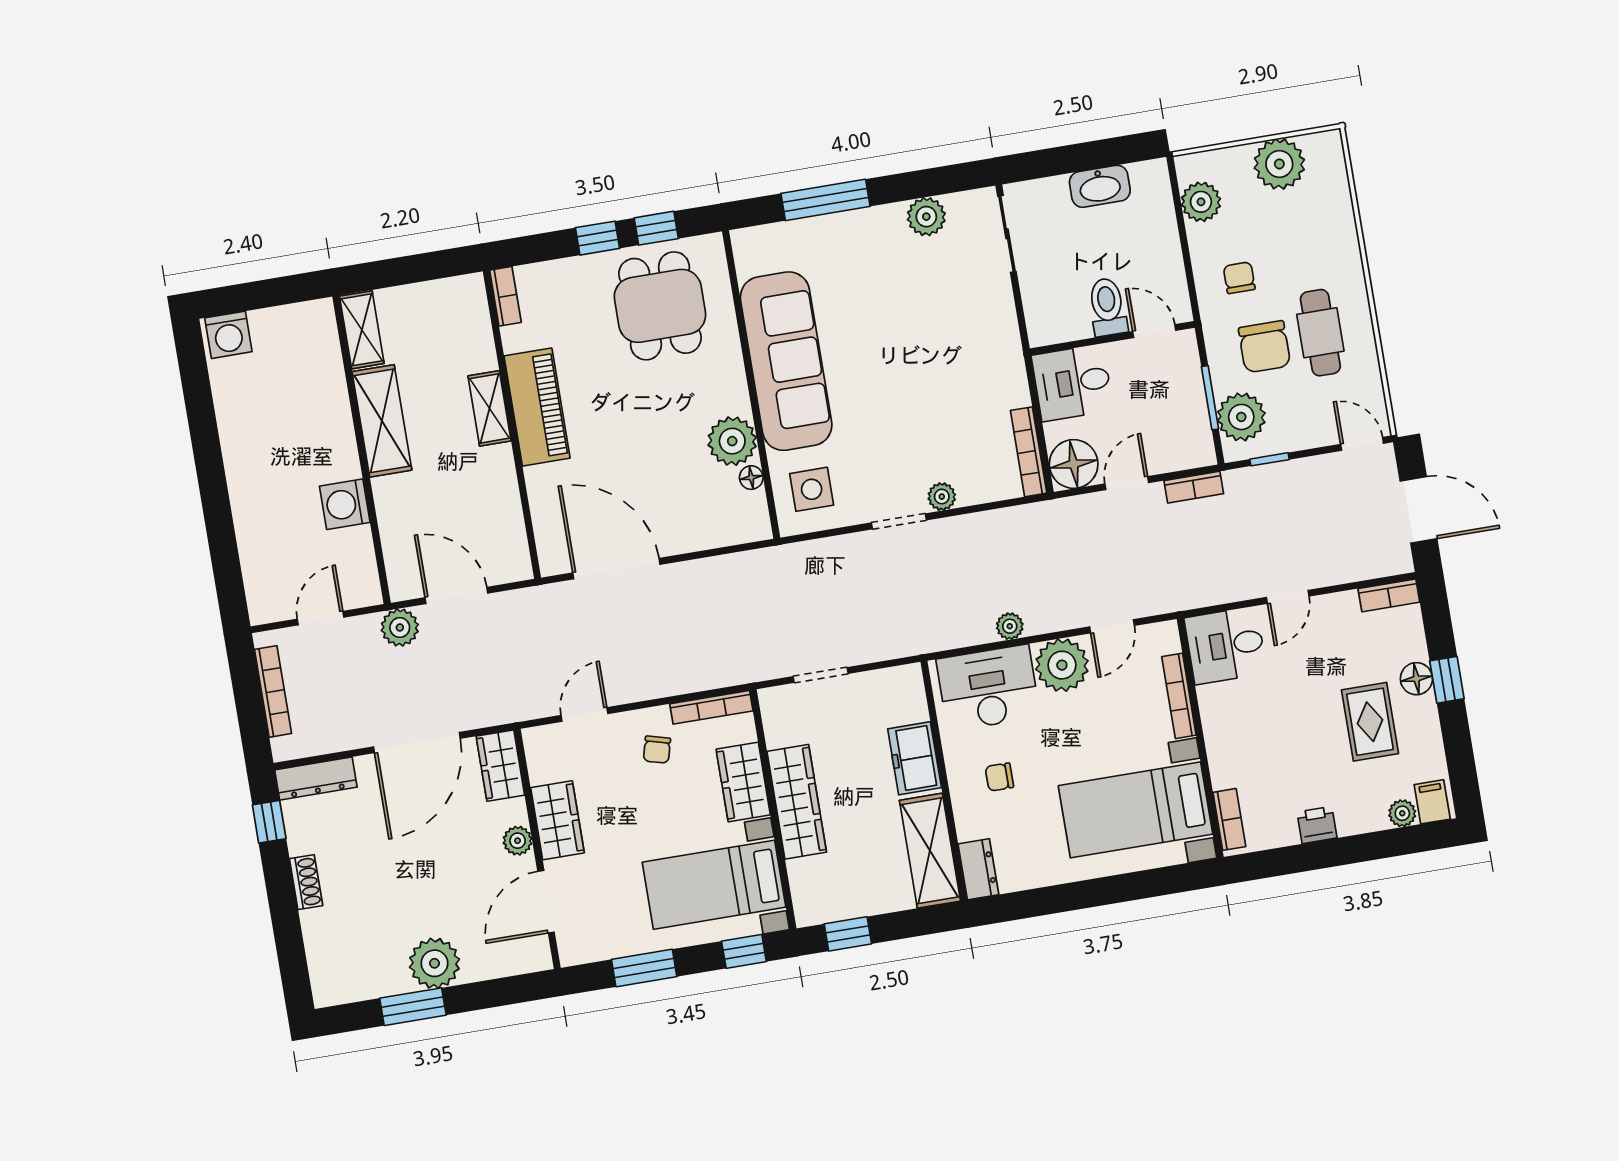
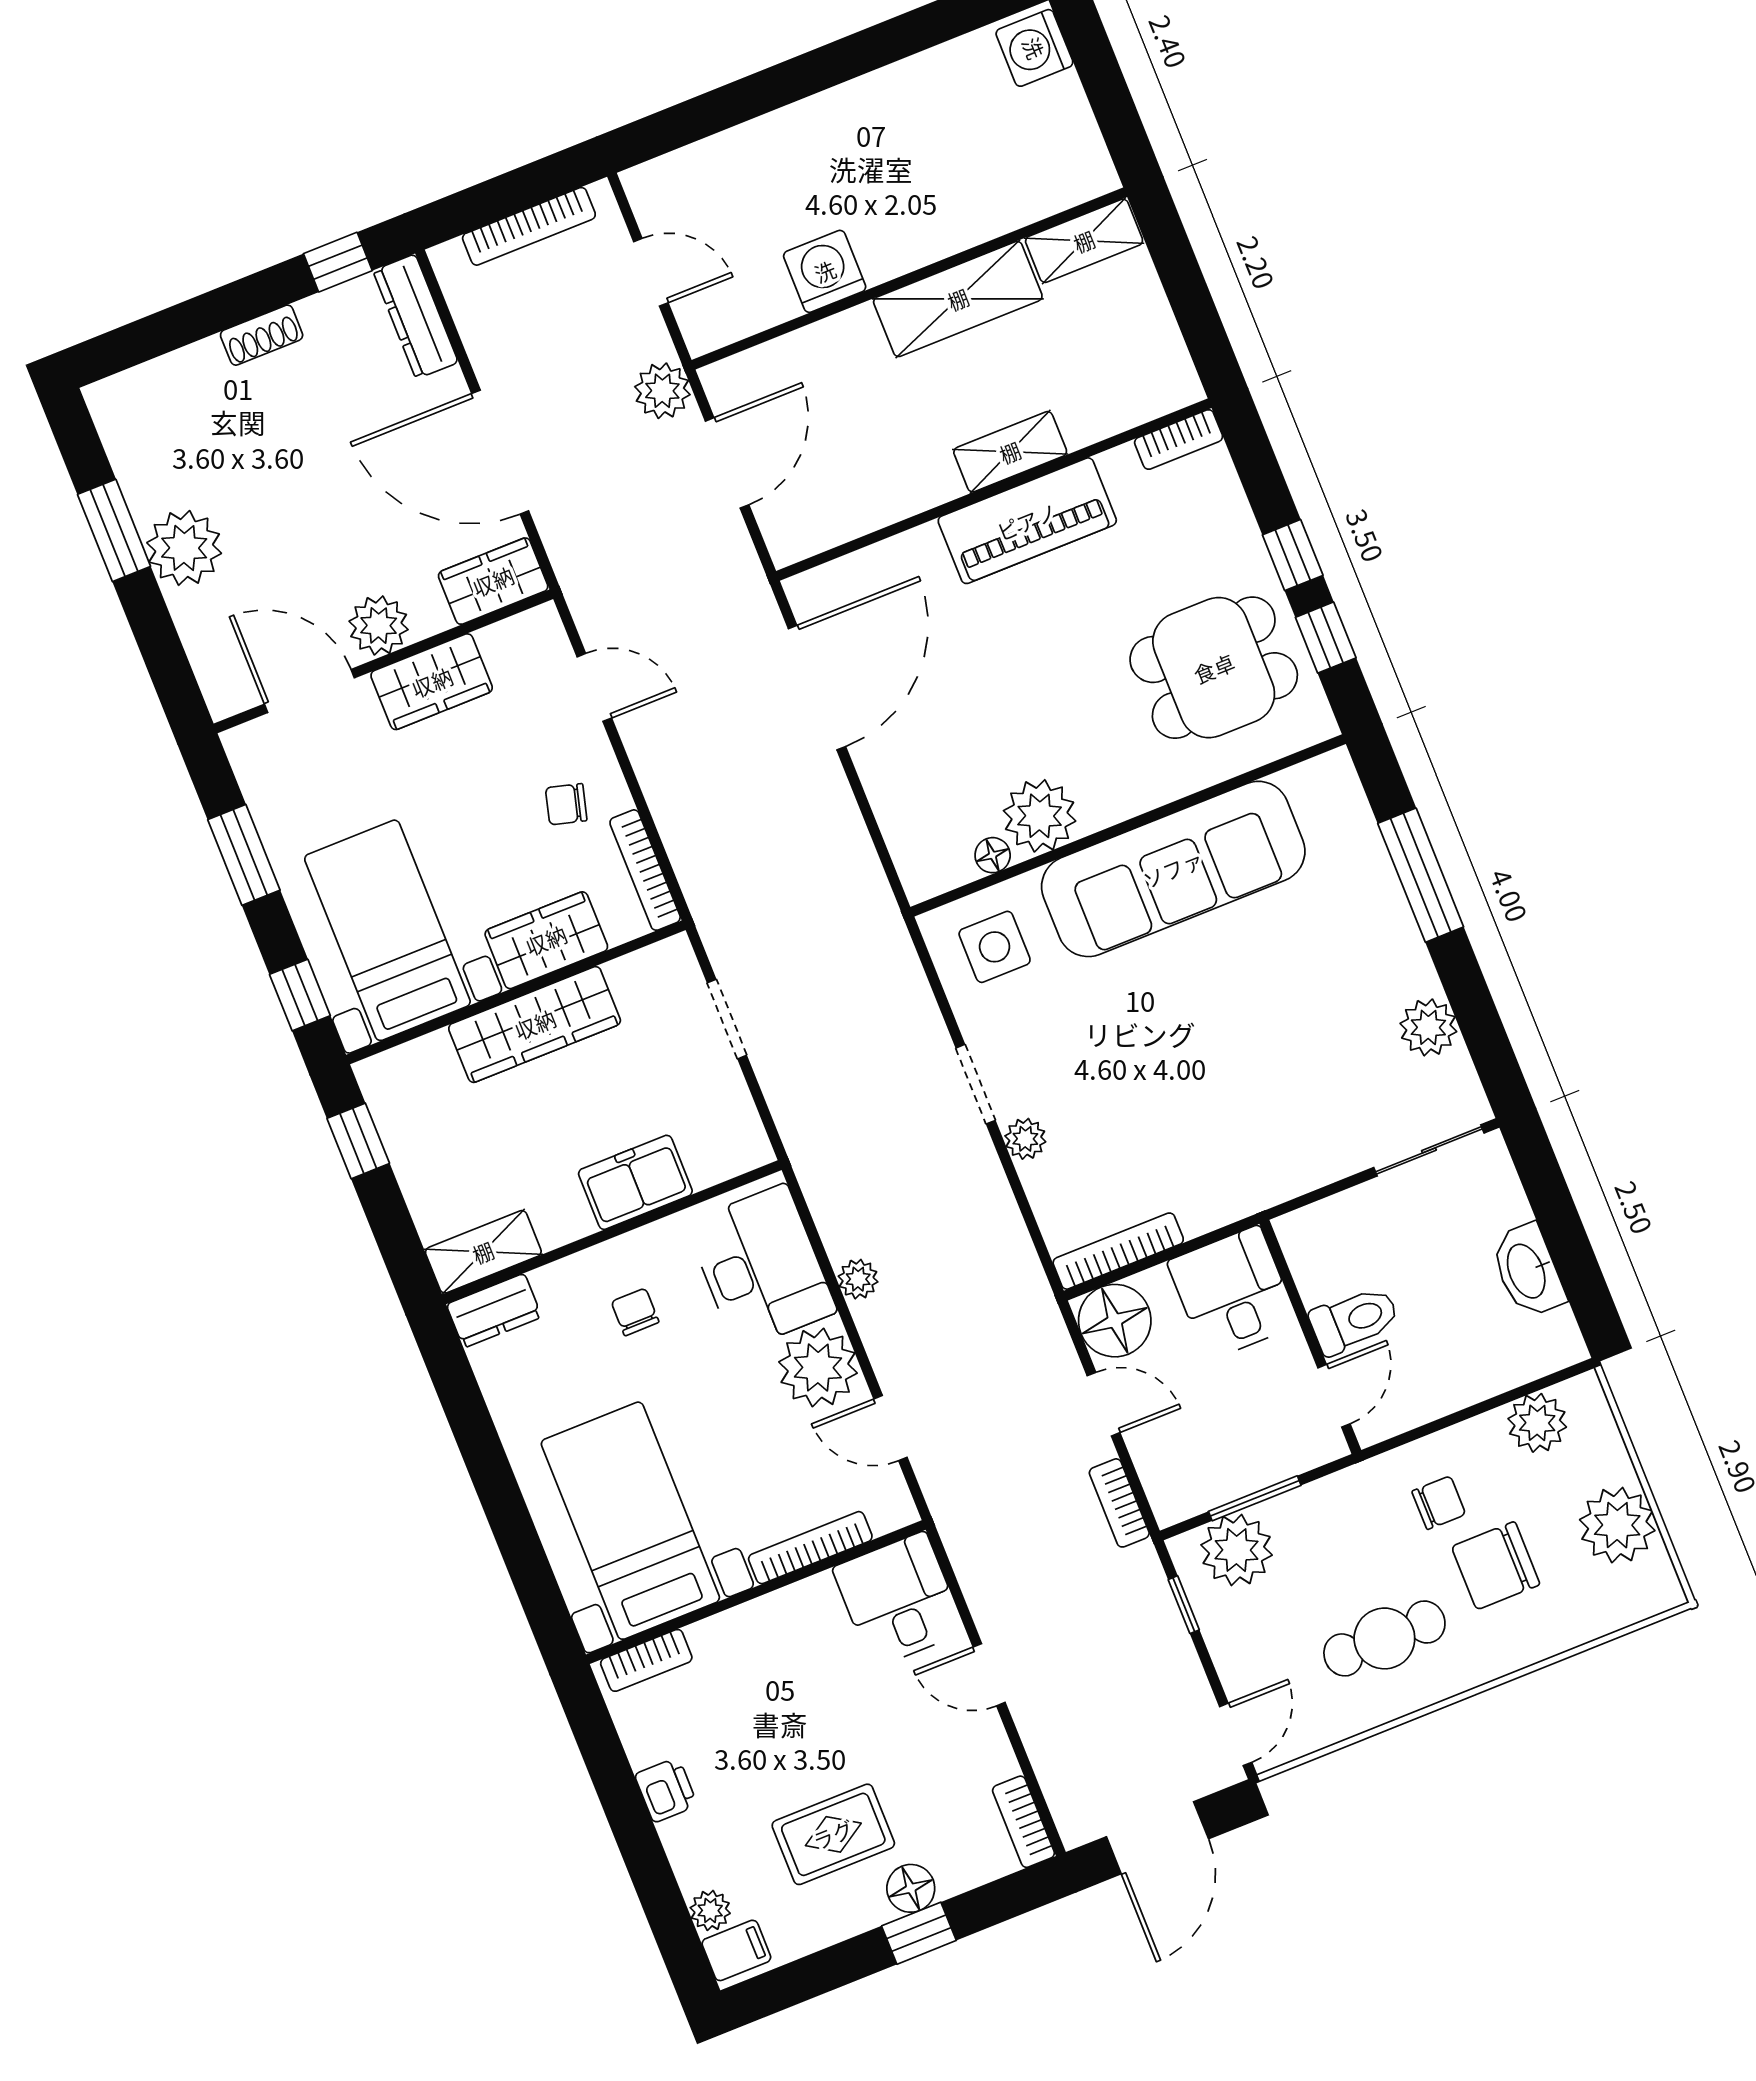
chair: (1264, 347) -> (1496, 1566), moved
plant: (518, 841) -> (379, 625), width x1.38, depth x1.38
shelving: (930, 851) -> (483, 1252), width x0.67, depth x0.75

